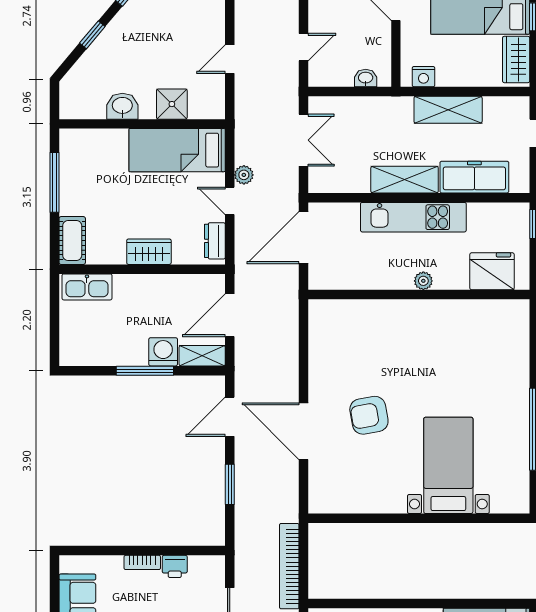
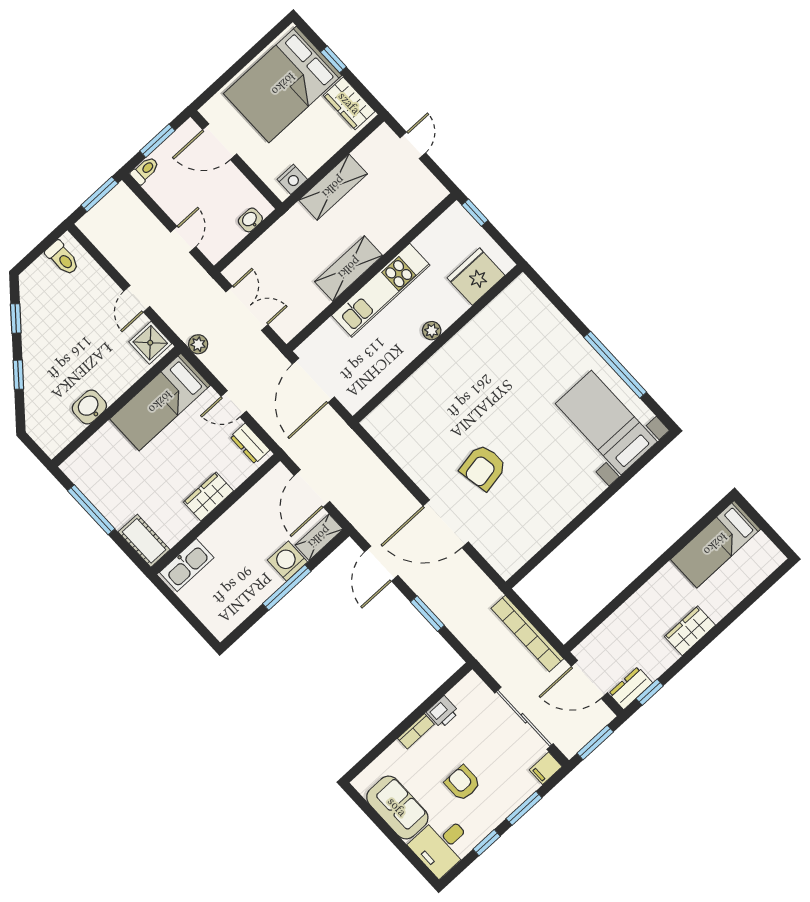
shower: (172, 104) -> (150, 343), moved
plant: (244, 175) -> (198, 344), moved
freezer: (474, 177) -> (399, 219), removed
bed with nightstands: (448, 465) -> (606, 423), moved

